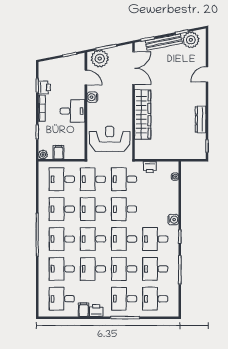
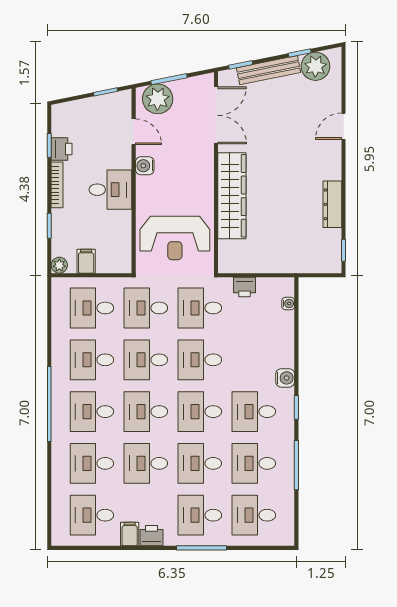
reception desk: (110, 139) -> (175, 238), turned 180

